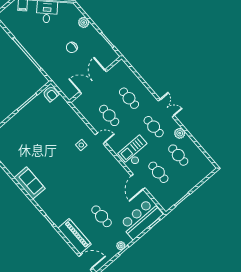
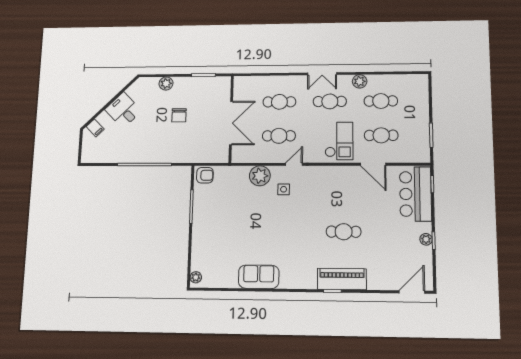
double door: (93, 82) -> (231, 123), swing flipped
double door: (166, 108) -> (322, 74), swing flipped
plant: (77, 125) -> (260, 176), added
checkout: (135, 152) -> (339, 141), turned 180
sofa: (30, 183) -> (259, 277), moved
cafe table: (102, 216) -> (344, 232), moved
piano: (75, 236) -> (342, 279), moved

